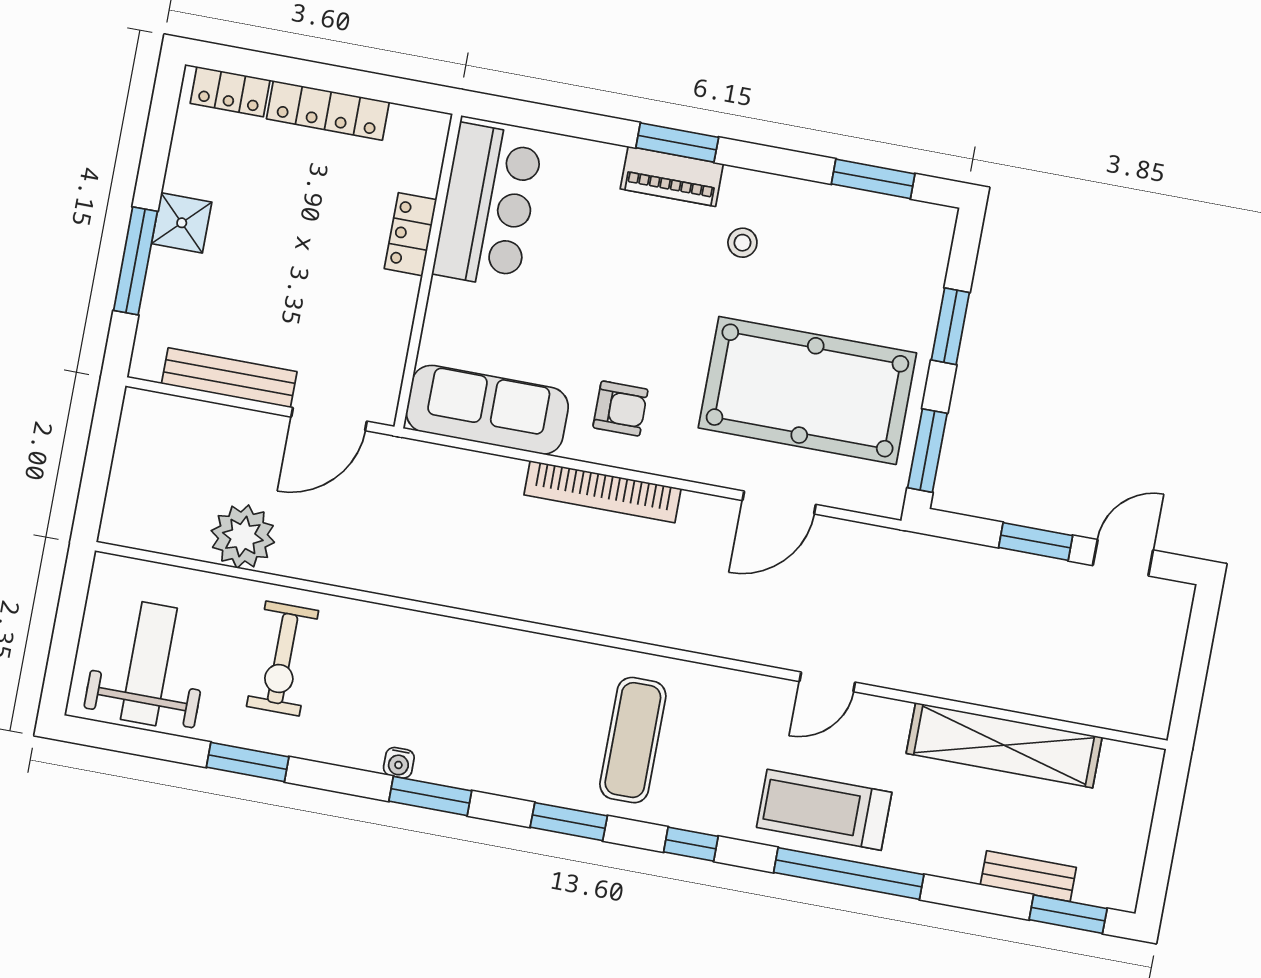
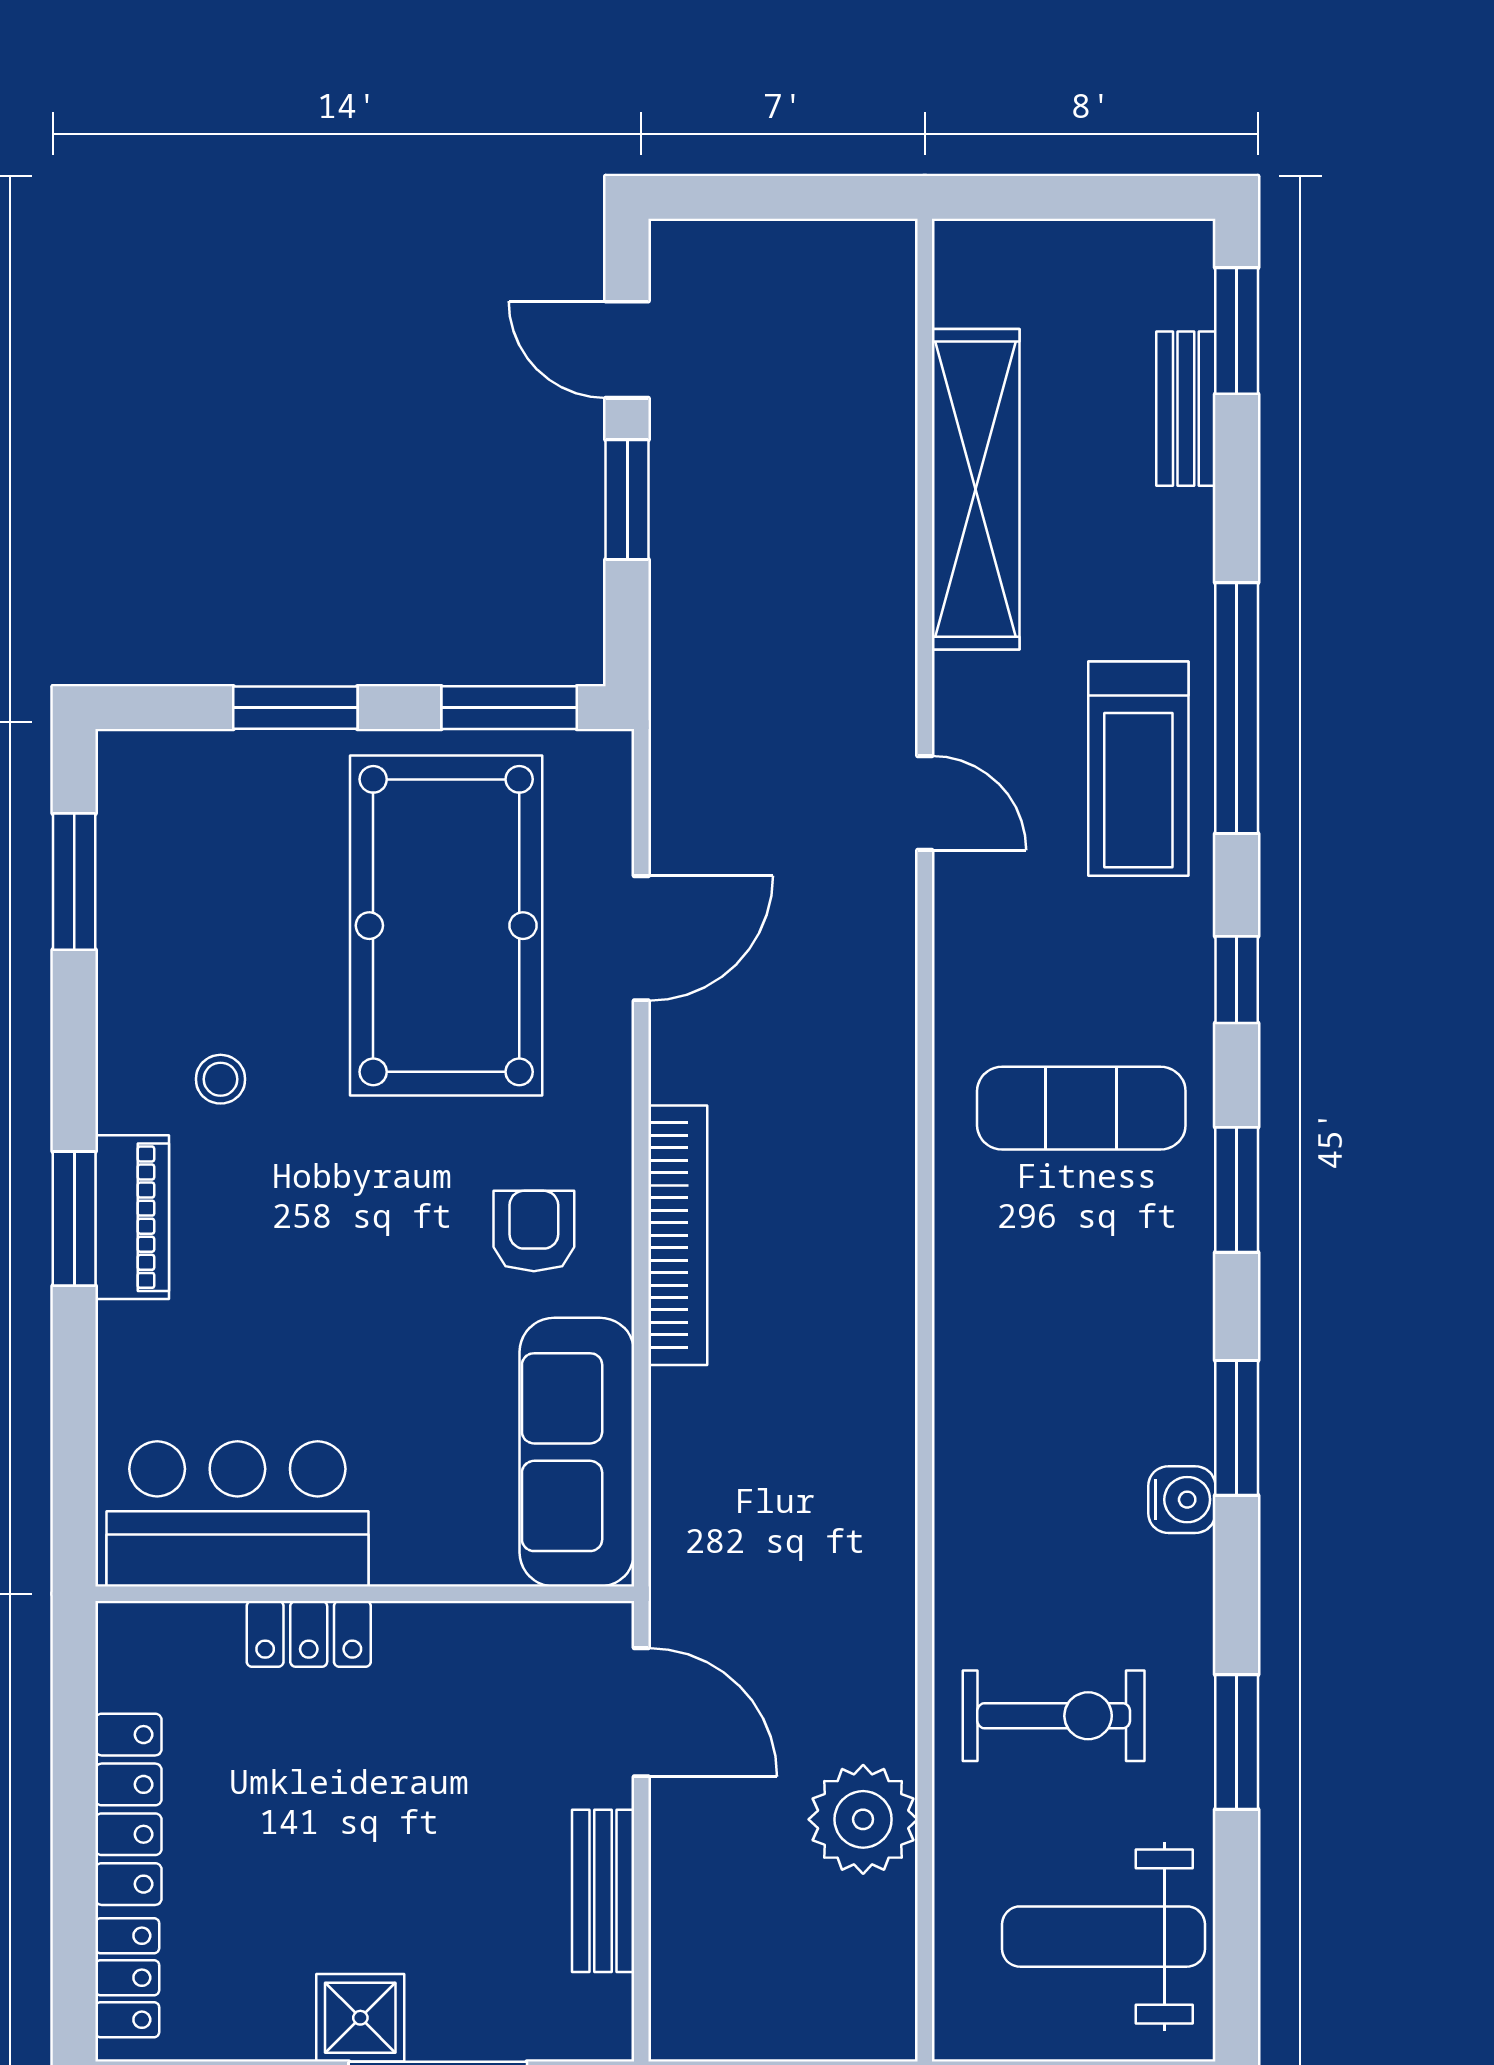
bench: (229, 378) -> (603, 1891), width x0.73
door: (779, 502) -> (641, 938), hinge flipped
water cooler: (399, 763) -> (1182, 1500), width x1.38, depth x1.38

